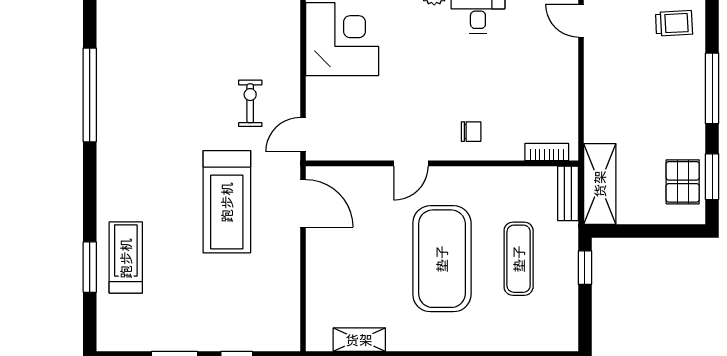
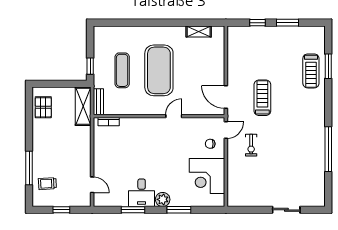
window: (712, 88) -> (29, 168), moved
chair: (471, 132) -> (210, 144), moved
window: (712, 177) -> (29, 110), removed
treadmill: (227, 202) -> (262, 98), width x0.73, depth x0.73

